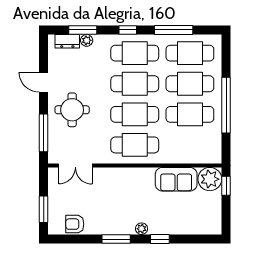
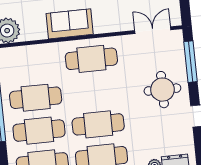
cafe table: (135, 114) -> (95, 92), removed
sofa: (176, 179) -> (70, 24), moved

